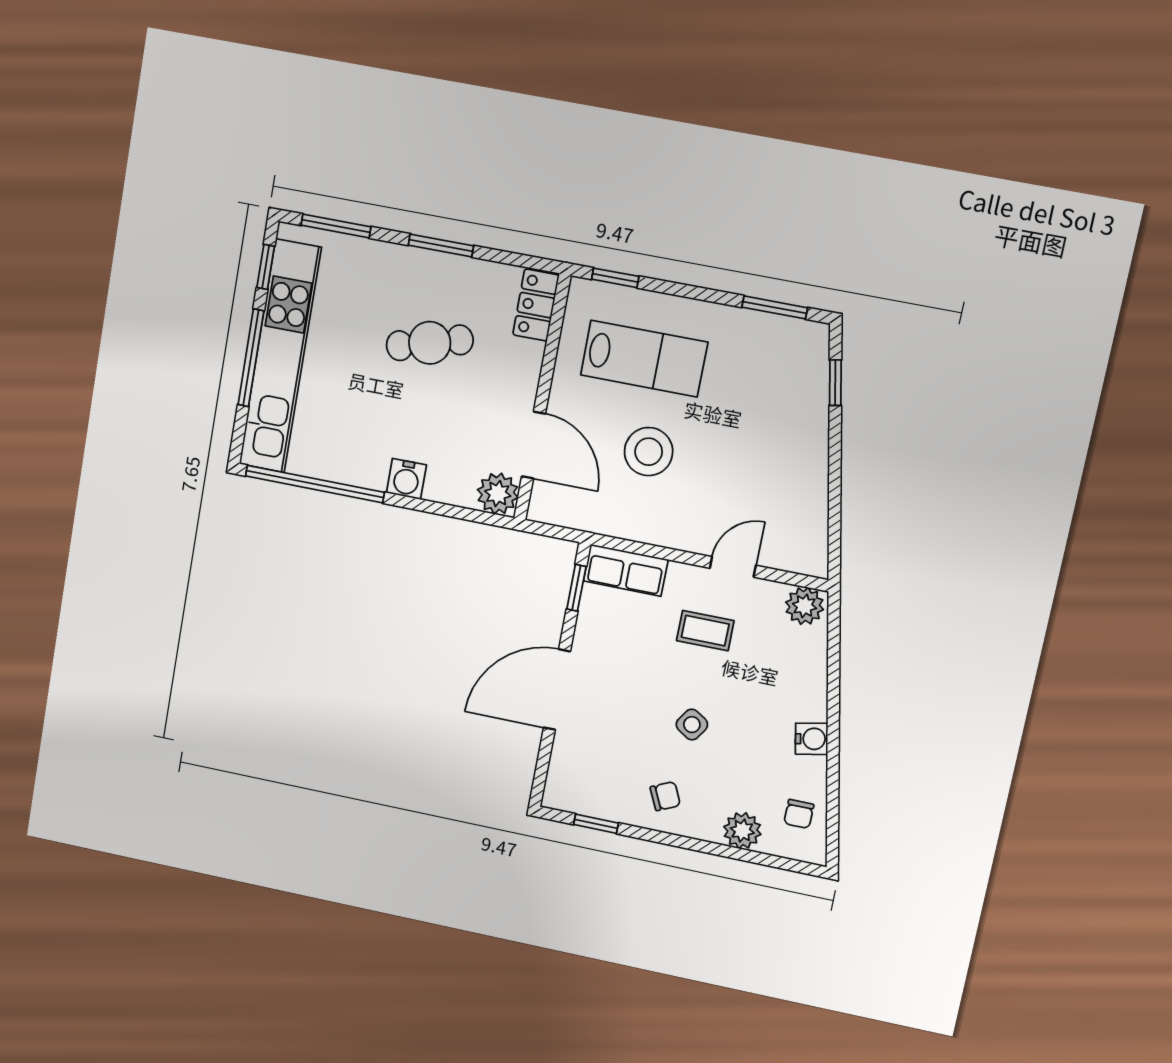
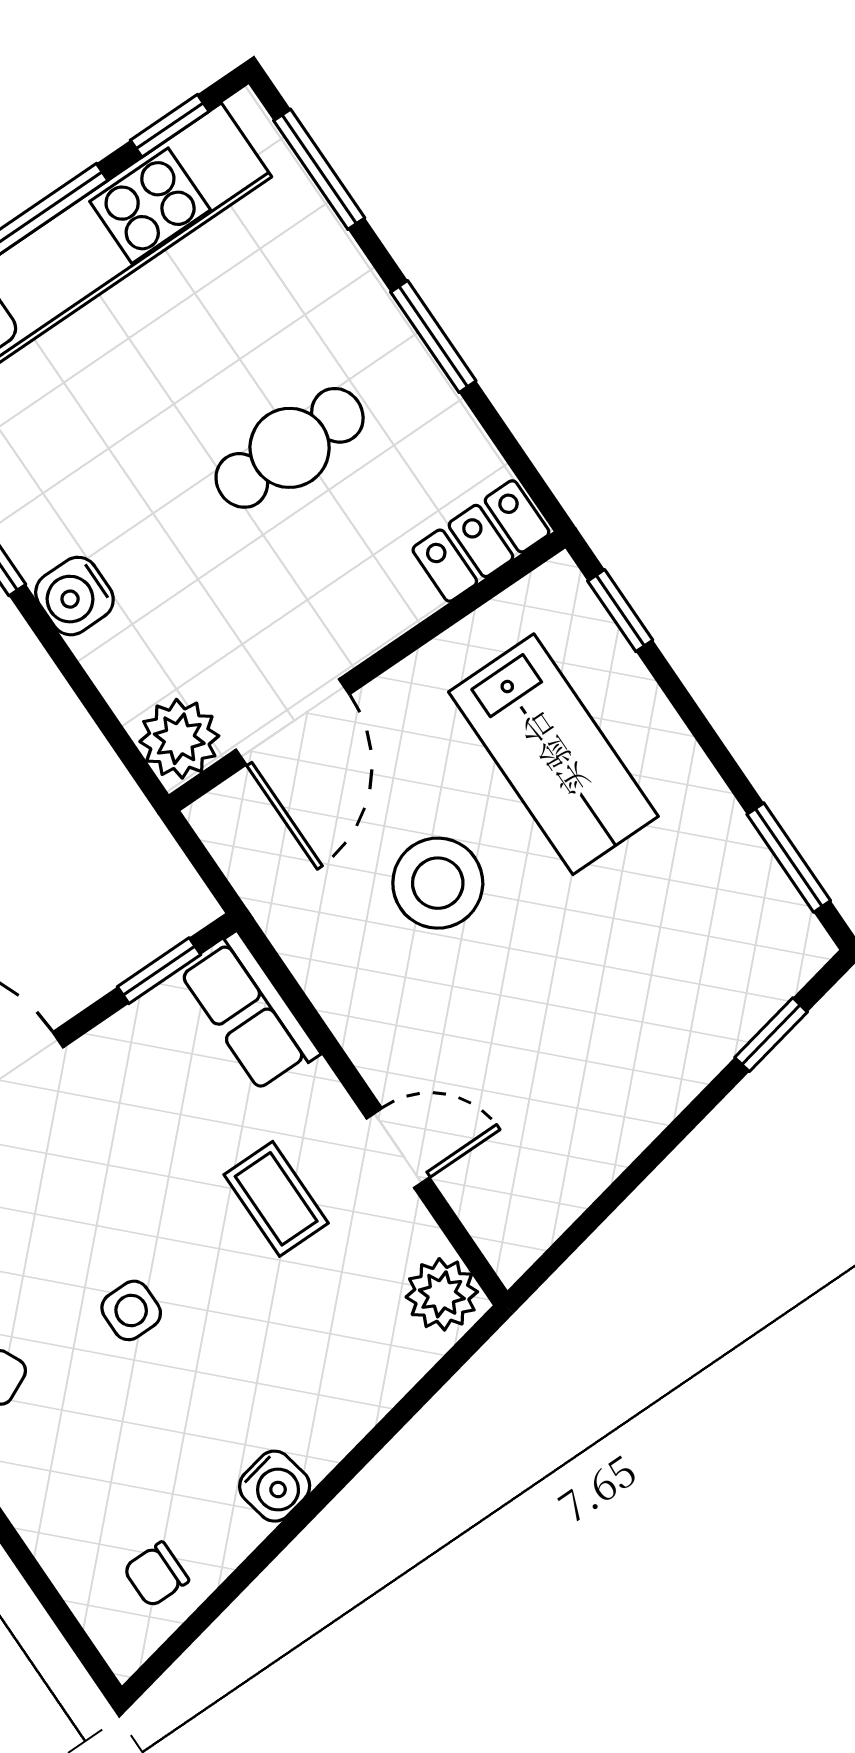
cafe table: (430, 343) -> (290, 448), turned -74
side table: (692, 725) -> (131, 1310), turned -33
plant: (742, 831) -> (56, 1524), removed

